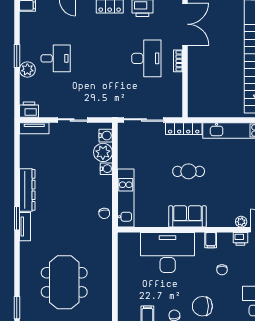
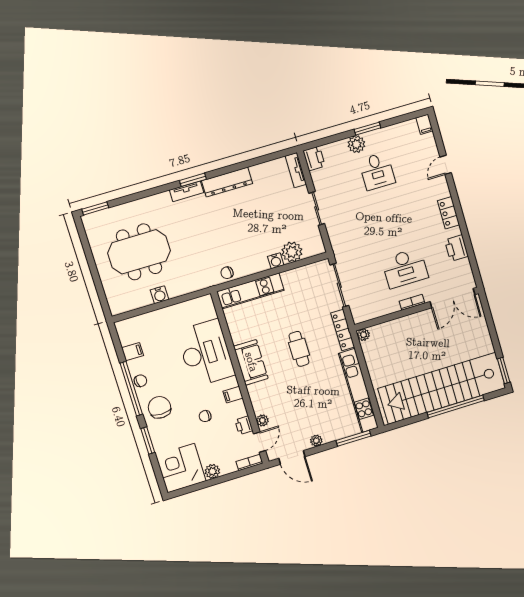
plant: (193, 112) -> (363, 335), added
water cooler: (106, 136) -> (159, 295), moved

